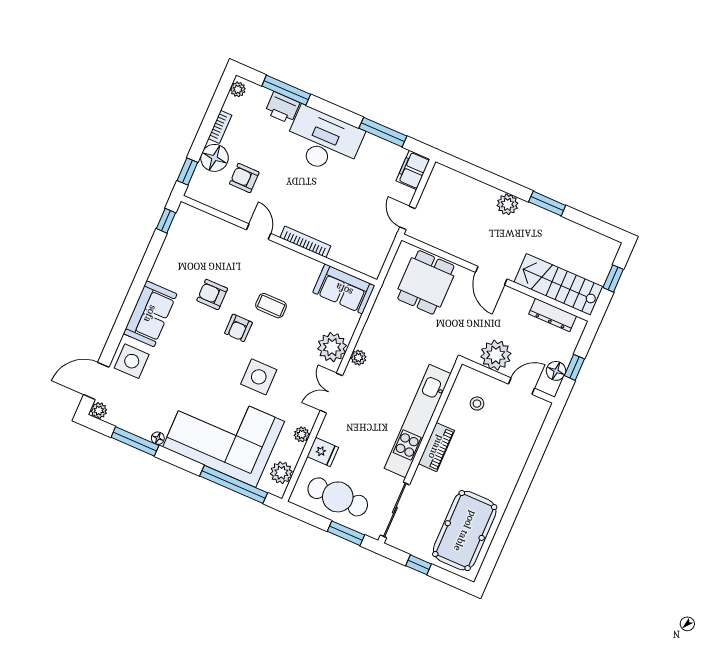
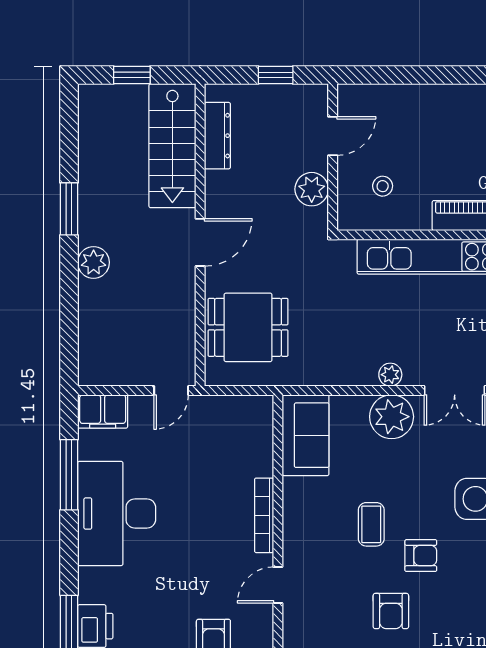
desk: (323, 141) -> (117, 513), moved
plant: (496, 355) -> (312, 189), width x0.73, depth x0.73
floor lamp: (556, 371) -> (291, 98), removed
door: (521, 386) -> (333, 136), swing flipped

